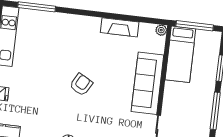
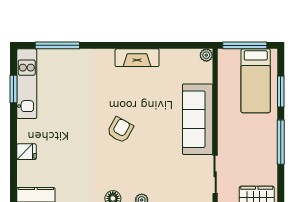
fireplace: (120, 27) -> (137, 58), moved
bed: (180, 54) -> (256, 81), moved

